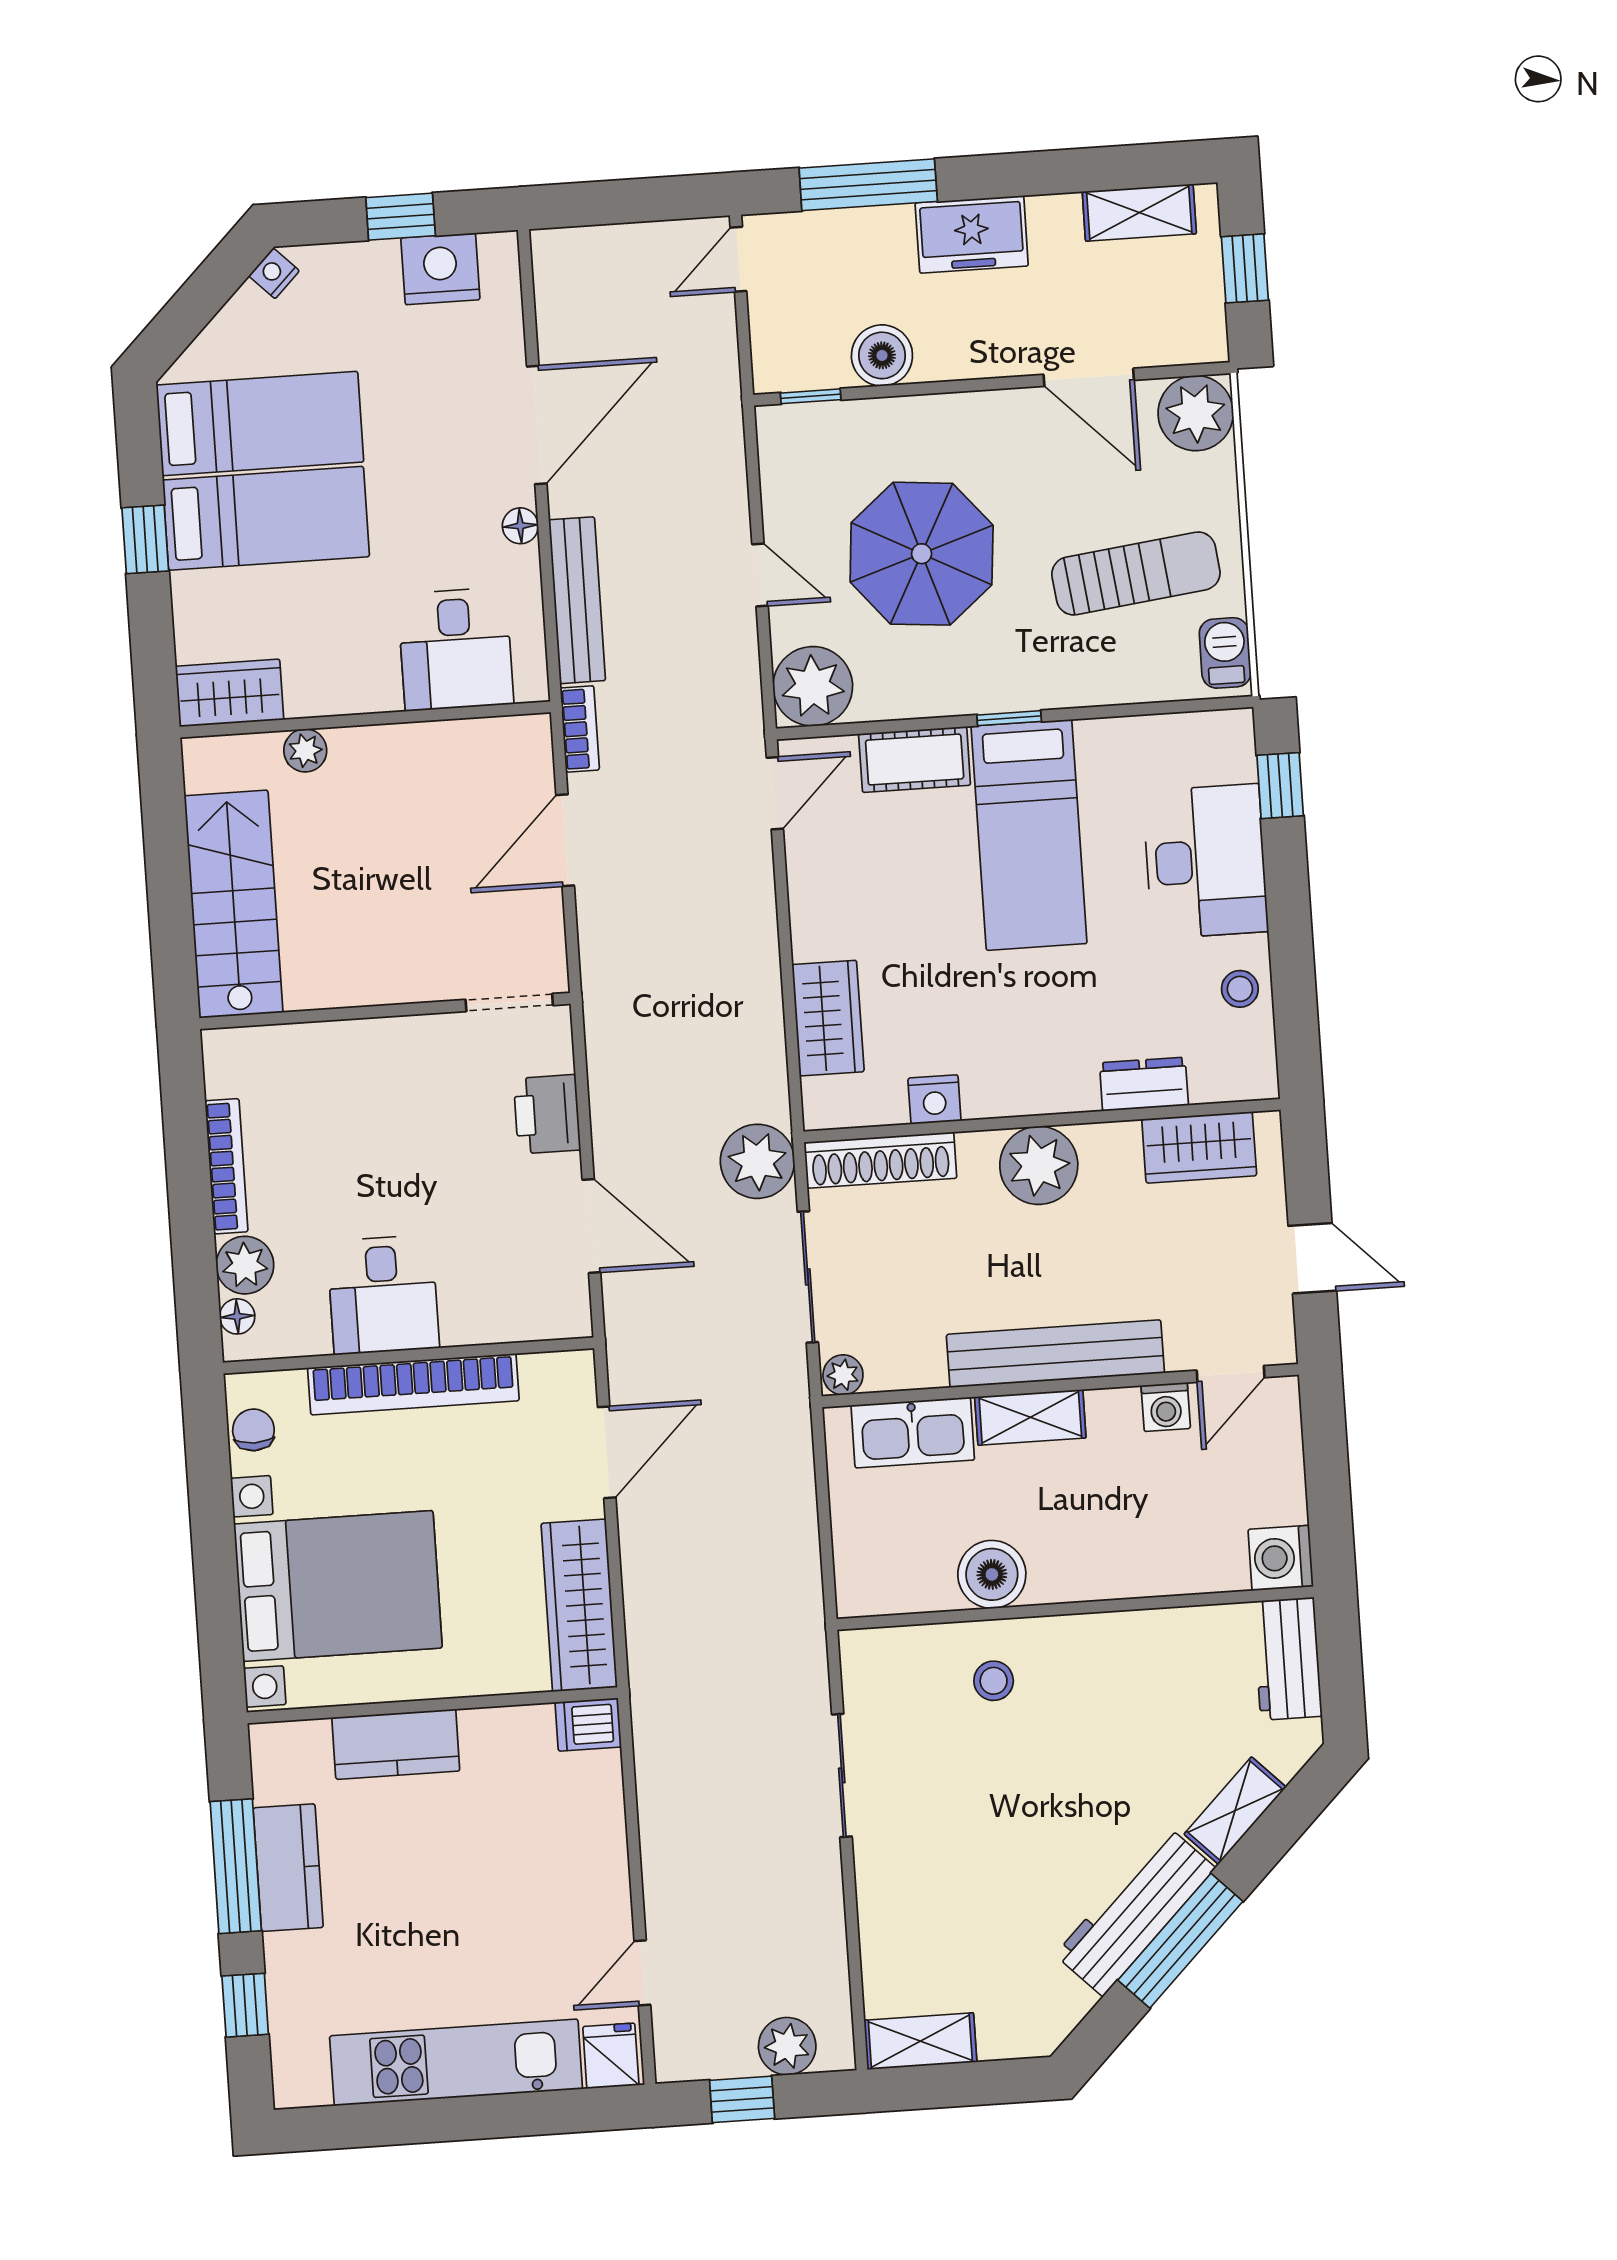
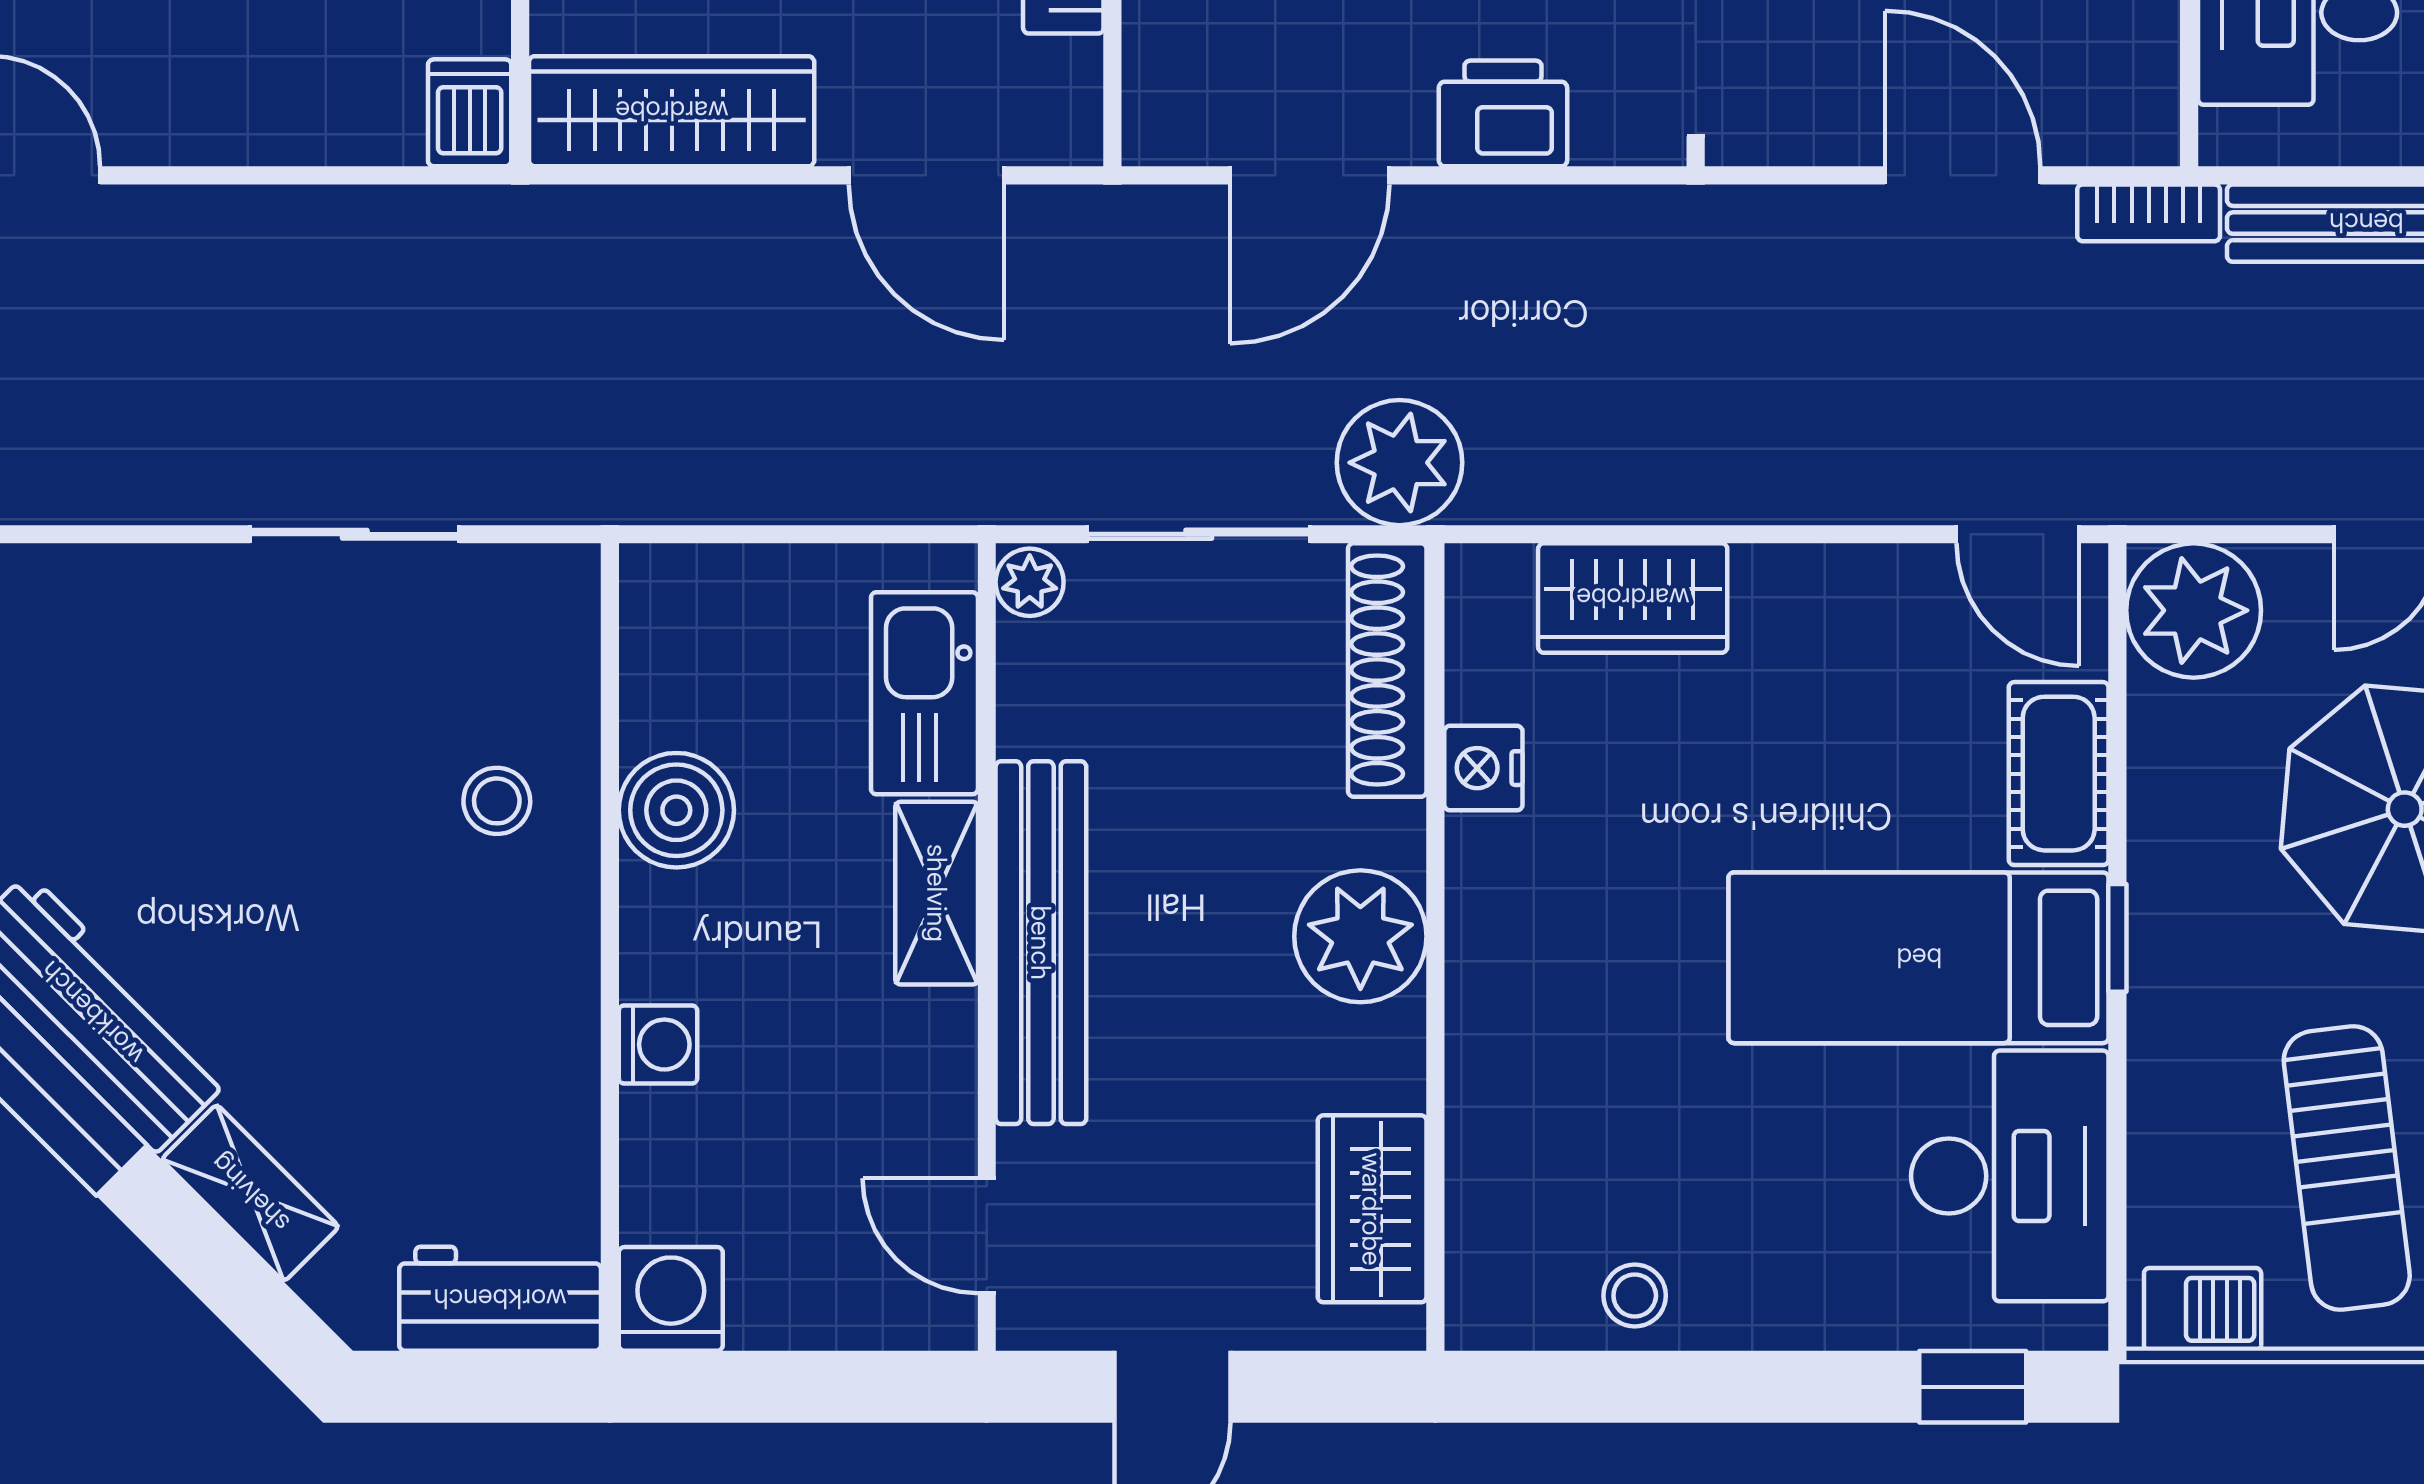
desk: (1205, 861) -> (2010, 1176), moved, turned -90
dresser: (1144, 1084) -> (1485, 1123), removed
washing machine: (1166, 1407) -> (658, 1045), moved, turned 180

